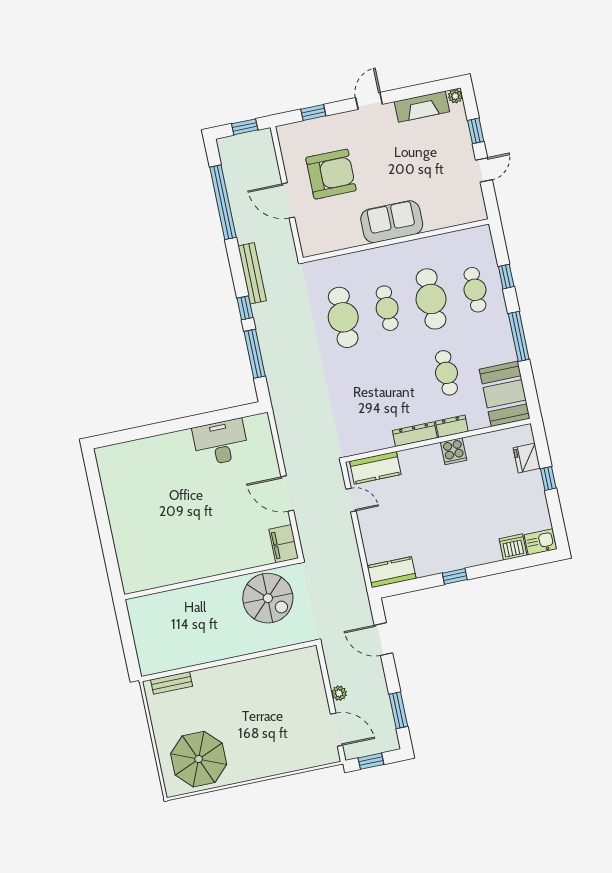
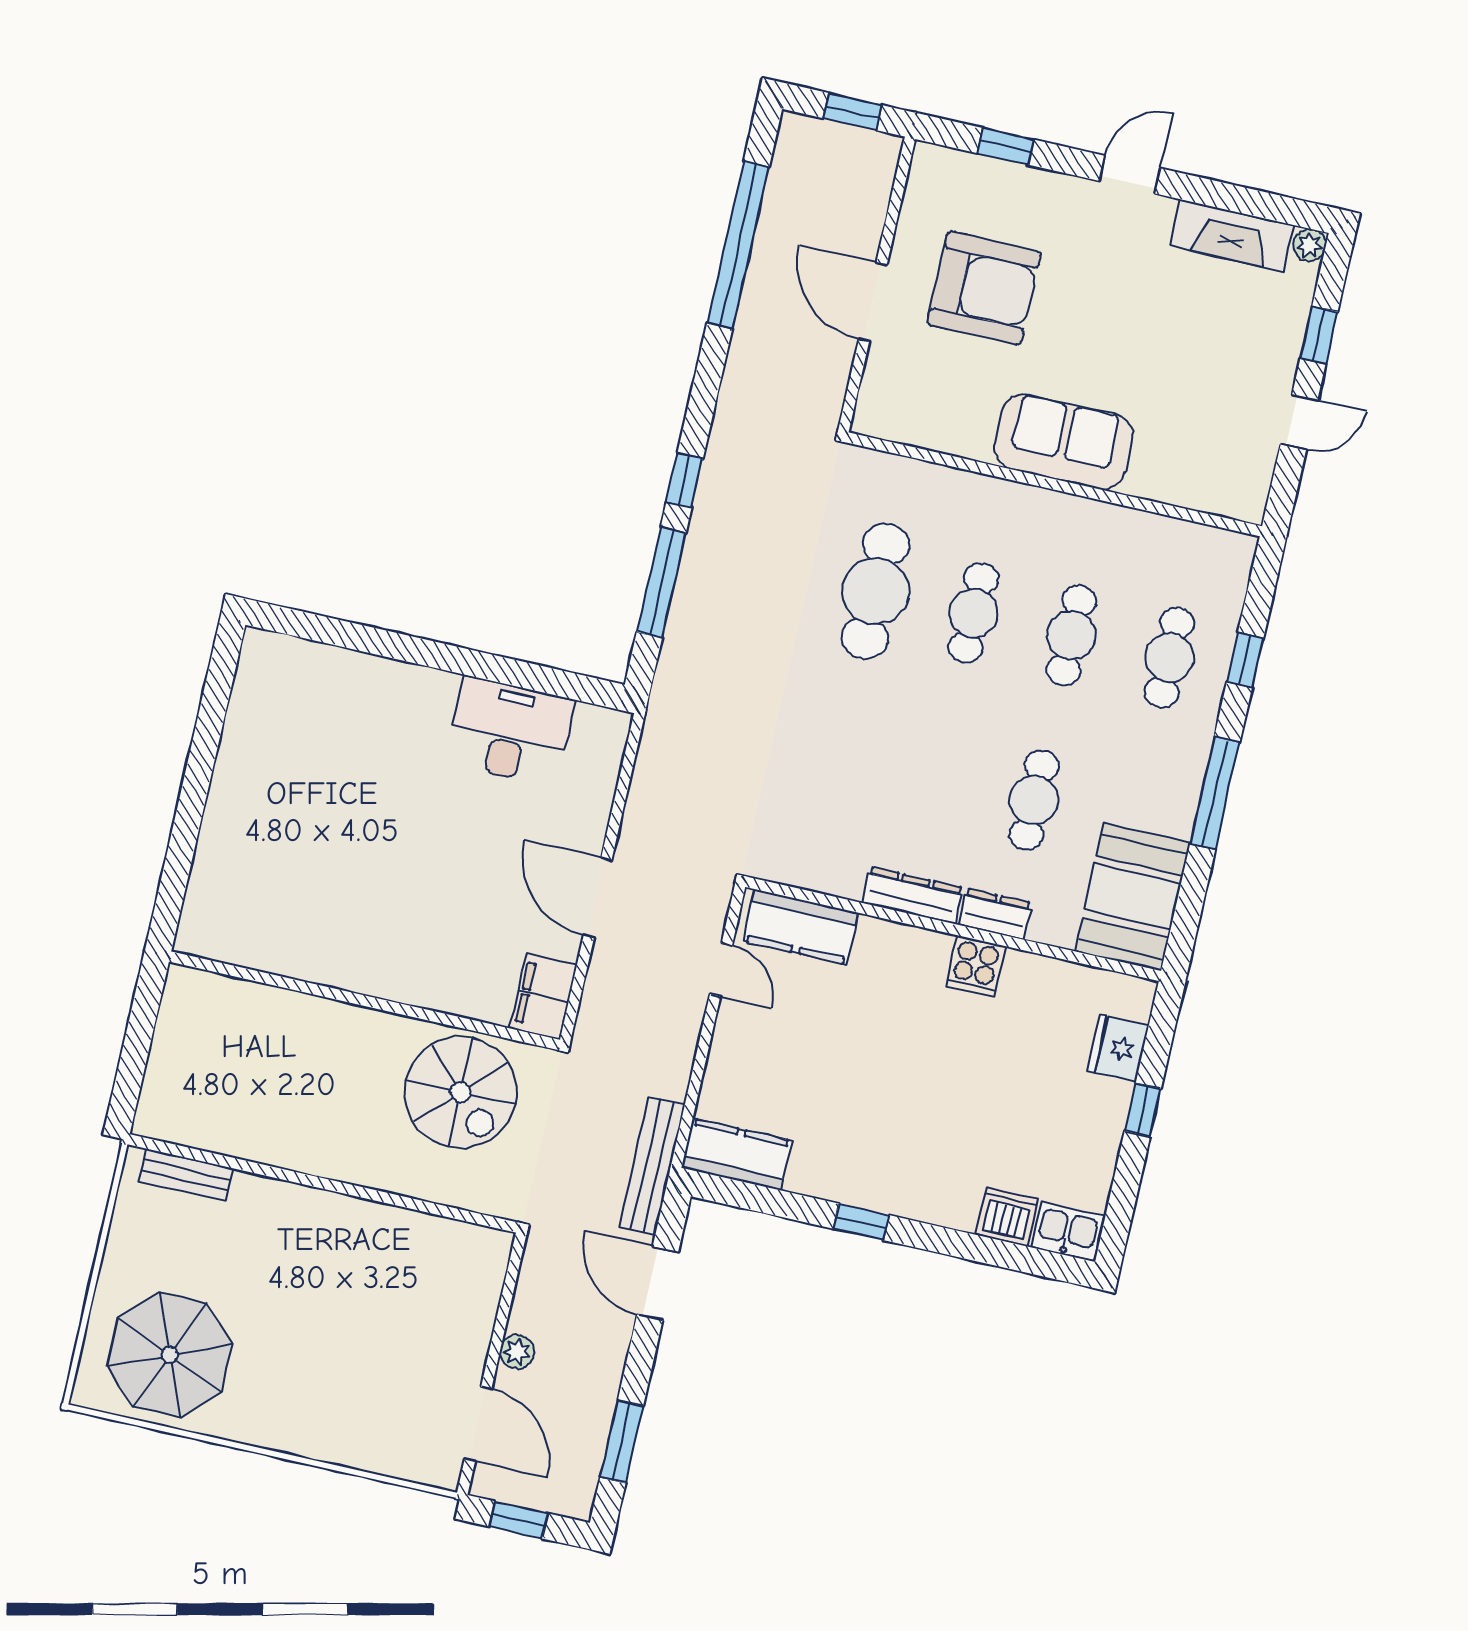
bench: (252, 273) -> (652, 1166), moved
cafe table: (431, 299) -> (1071, 635), width x0.73, depth x0.74

